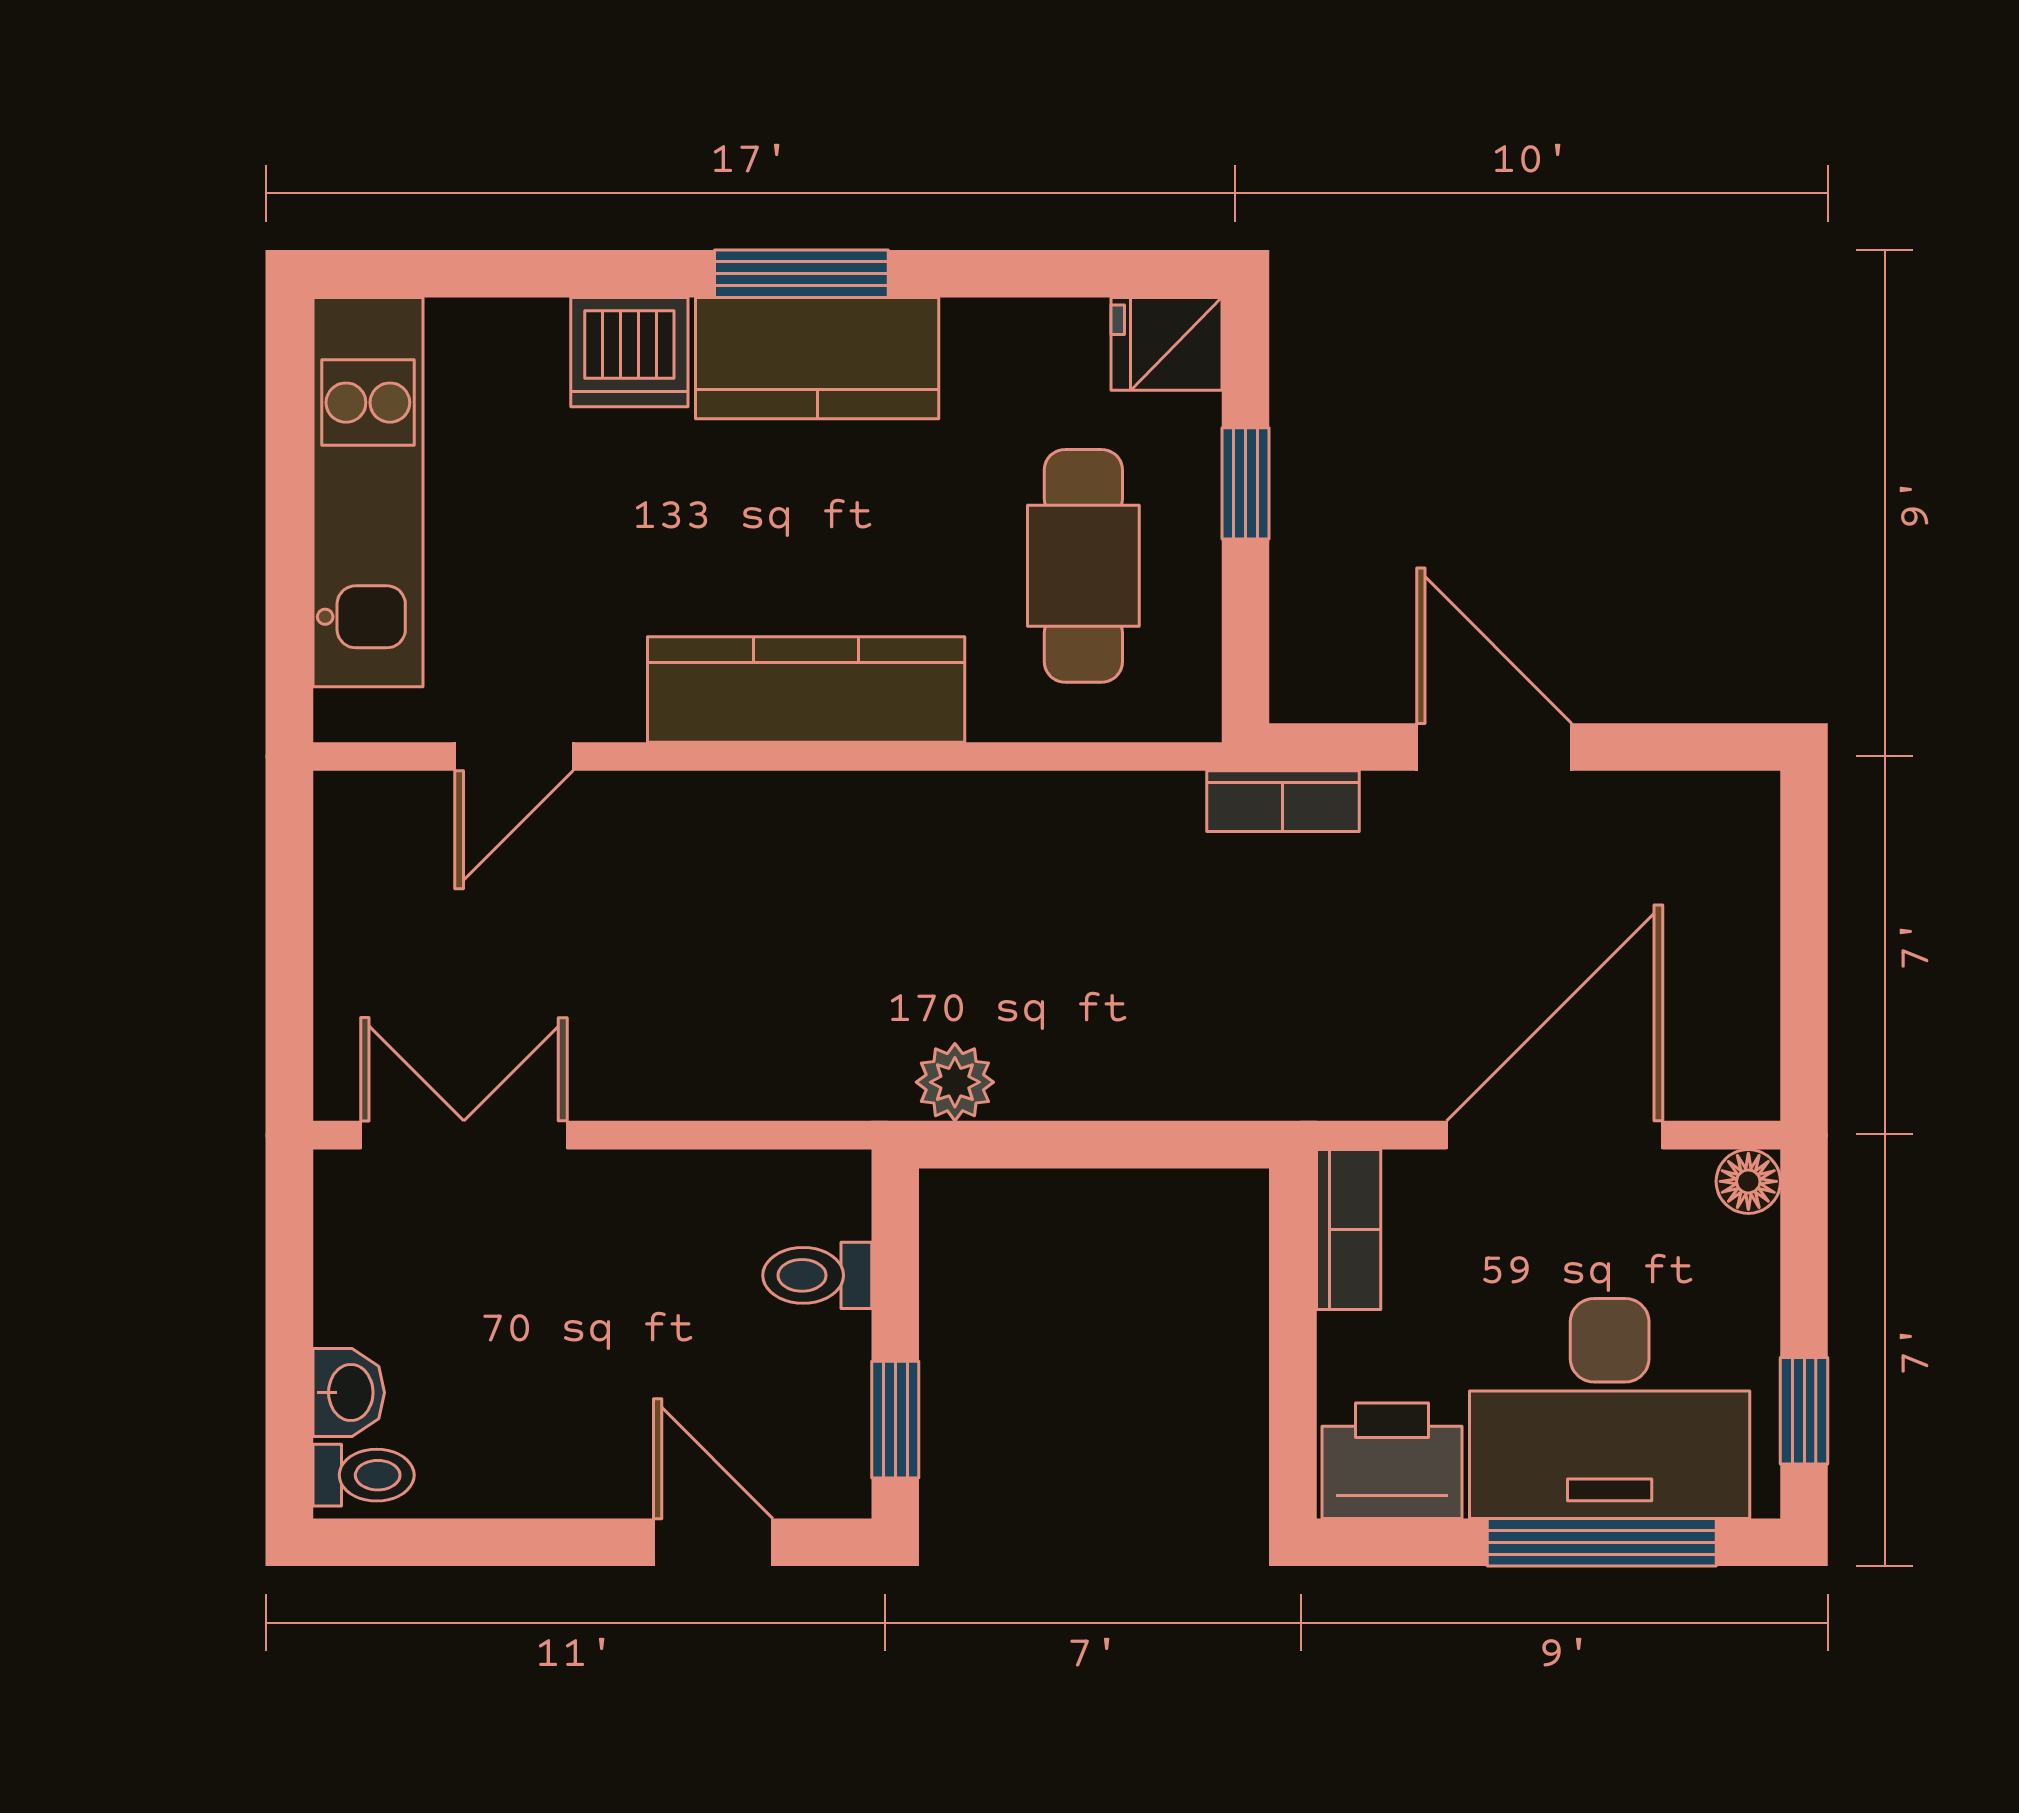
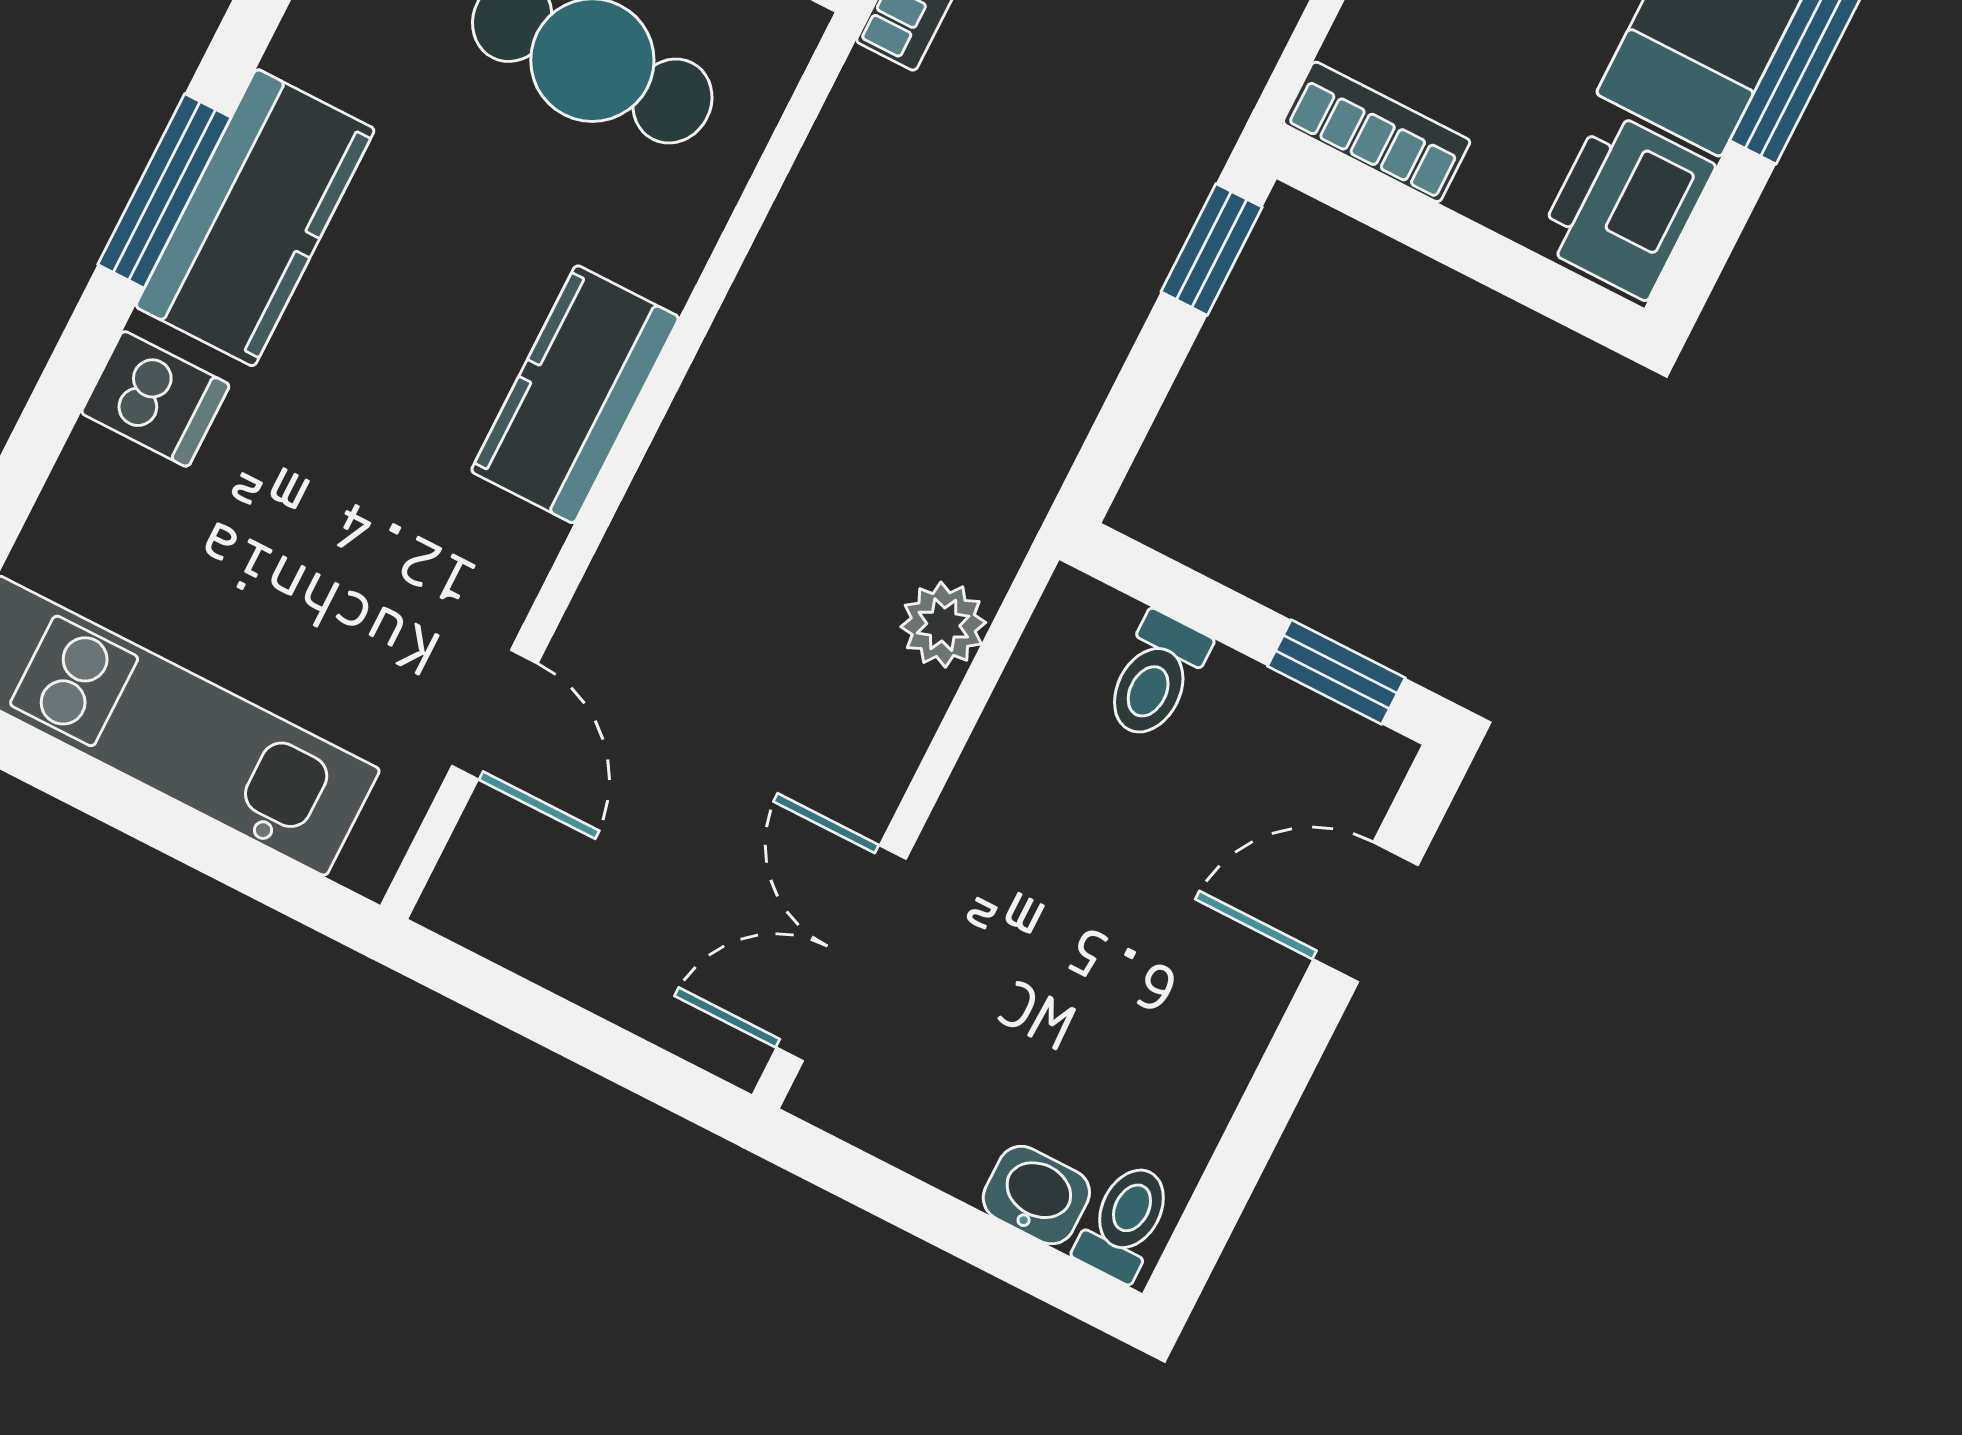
dishwasher: (629, 352) -> (155, 399), width x0.73
kitchen counter: (806, 689) -> (575, 394), width x0.67
plant: (955, 1082) -> (943, 625), moved
window: (1186, 1145) -> (1212, 249), added

